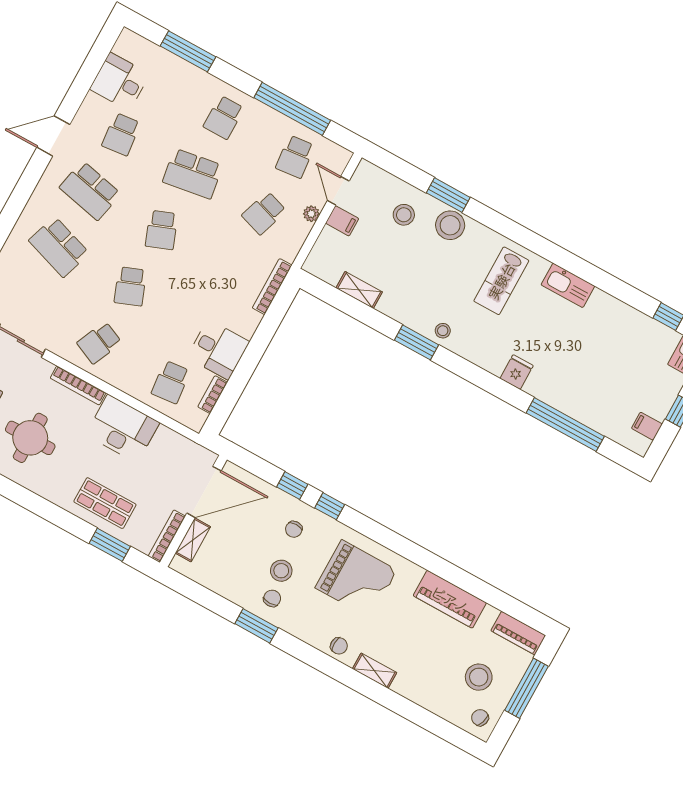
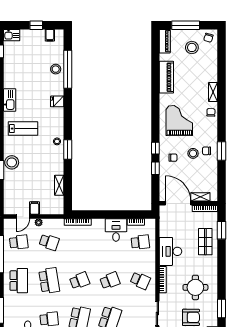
school desk: (224, 117) -> (19, 281), width x1.85
stool: (404, 215) -> (56, 69), moved

